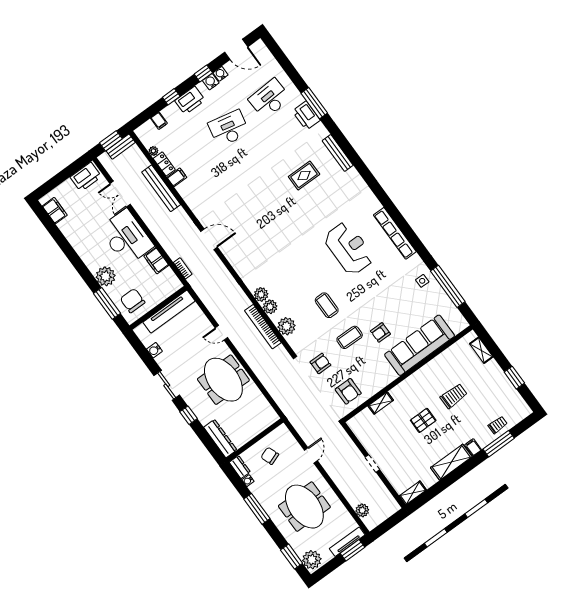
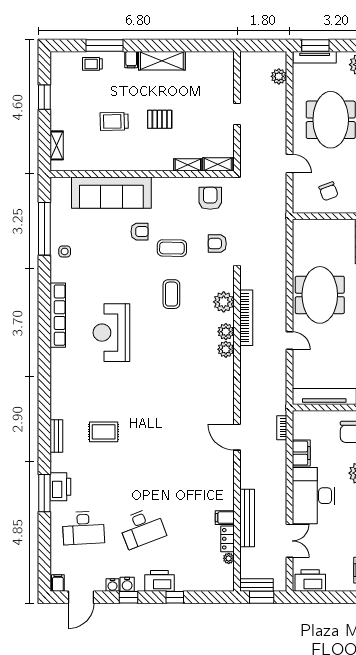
door: (236, 49) -> (81, 597), swing flipped
filing cabinet: (159, 121) -> (58, 583), moved
desk: (229, 128) -> (142, 528), turned -33
bench: (338, 153) -> (56, 436), width x0.73
door: (311, 455) -> (290, 164), swing flipped
shelving: (413, 493) -> (218, 164), moved

